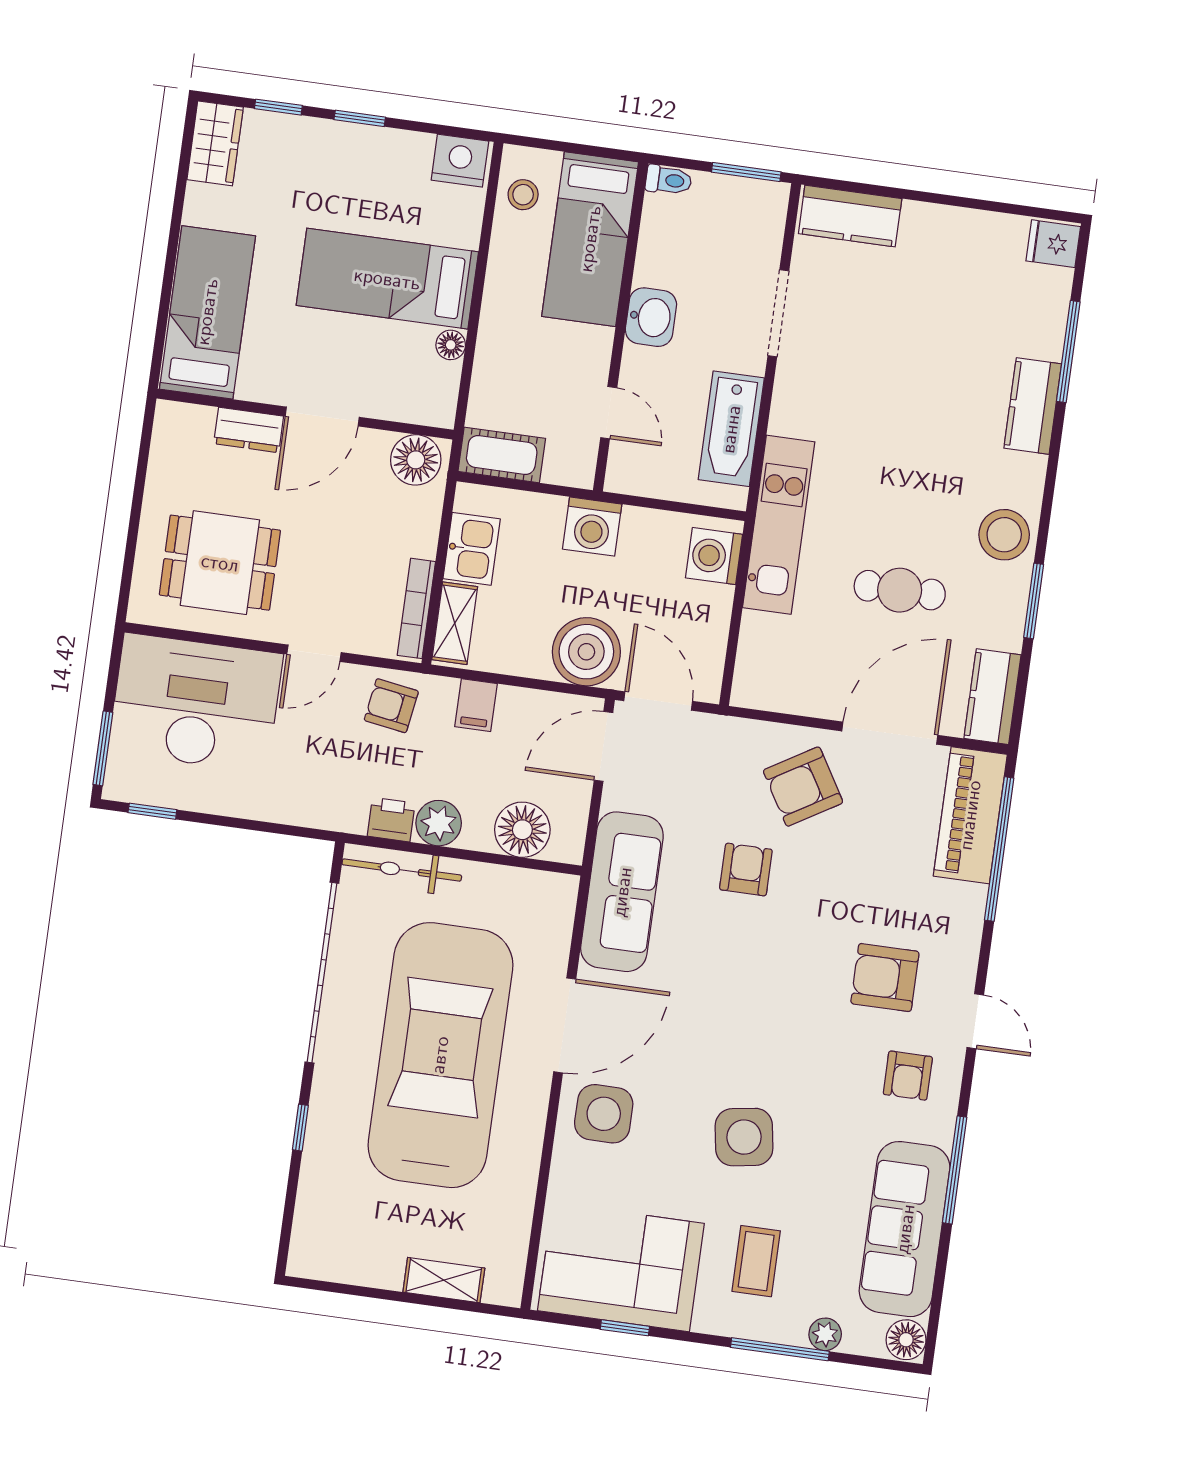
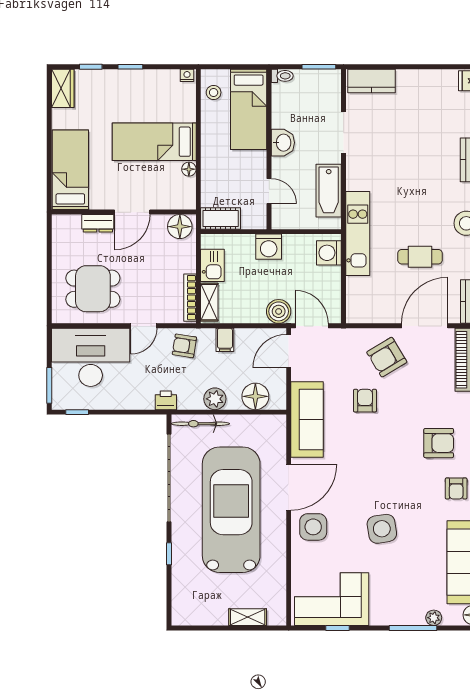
nightstand: (460, 161) -> (187, 75), width x0.53, depth x0.56
boiler: (586, 652) -> (279, 311), width x0.73, depth x0.73
printer: (391, 820) -> (166, 400), moved
armchair: (885, 978) -> (439, 443), turned 180
coffee table: (756, 1261) -> (396, 587), removed

